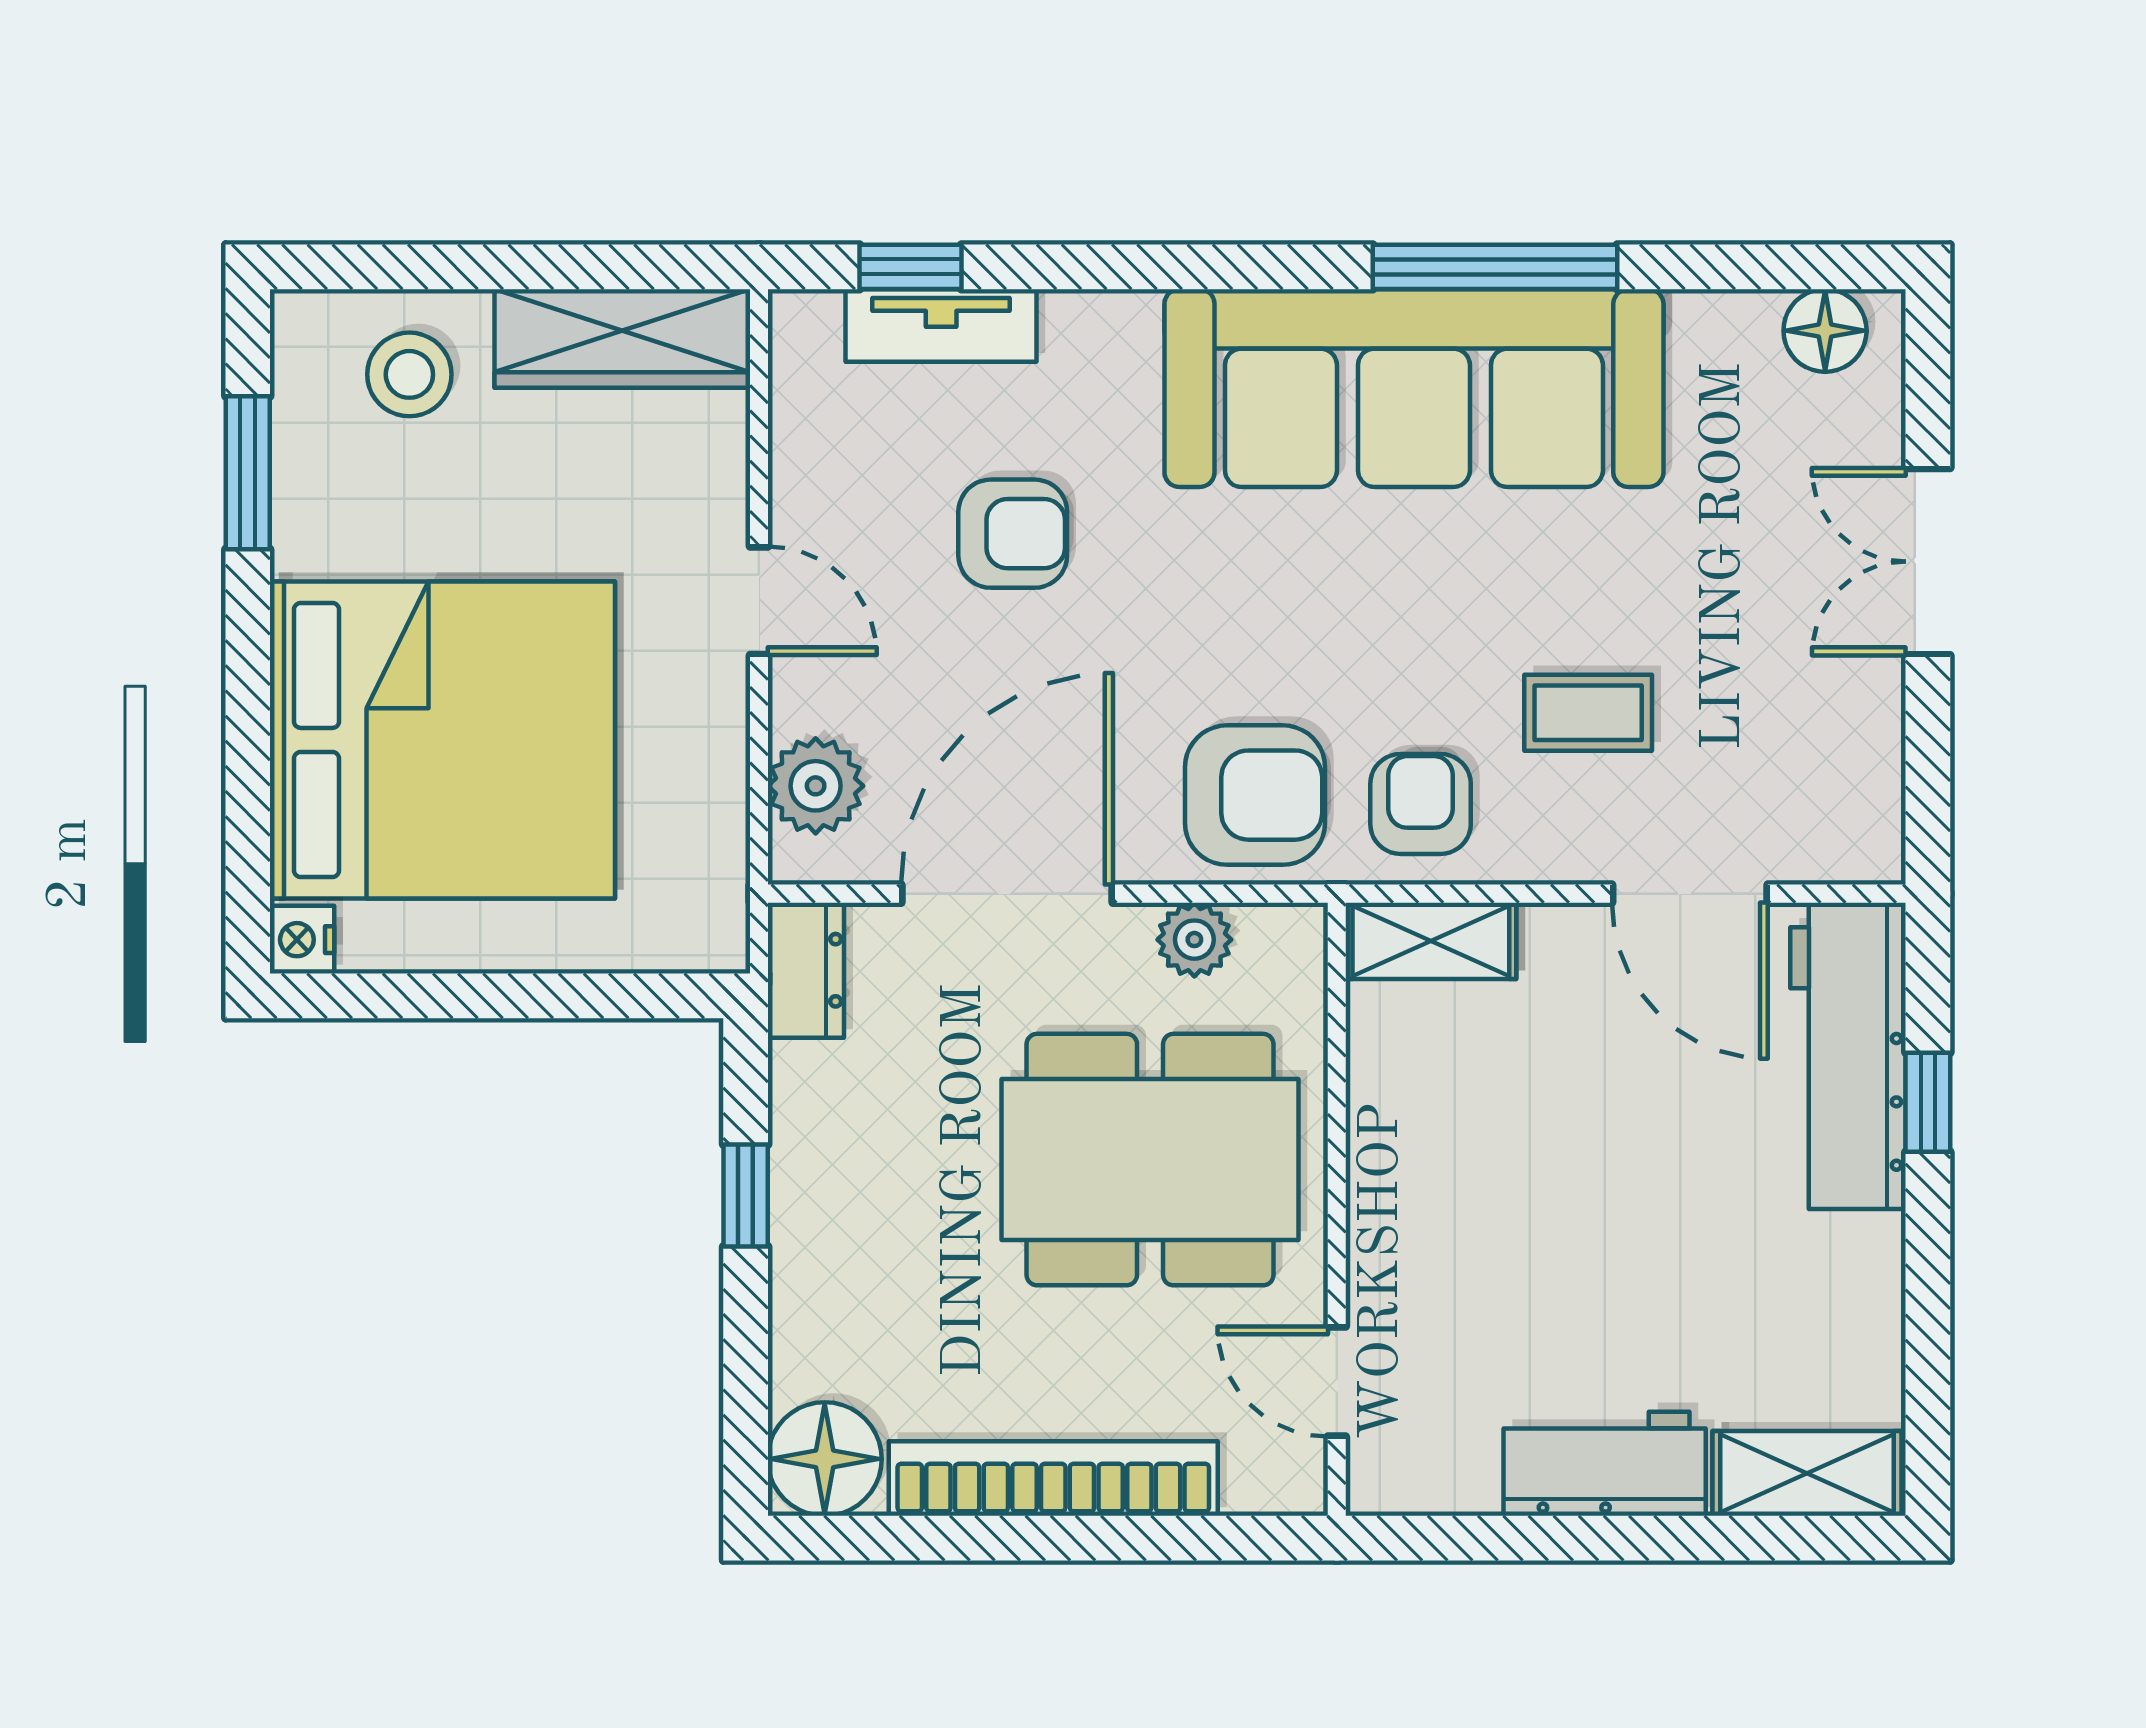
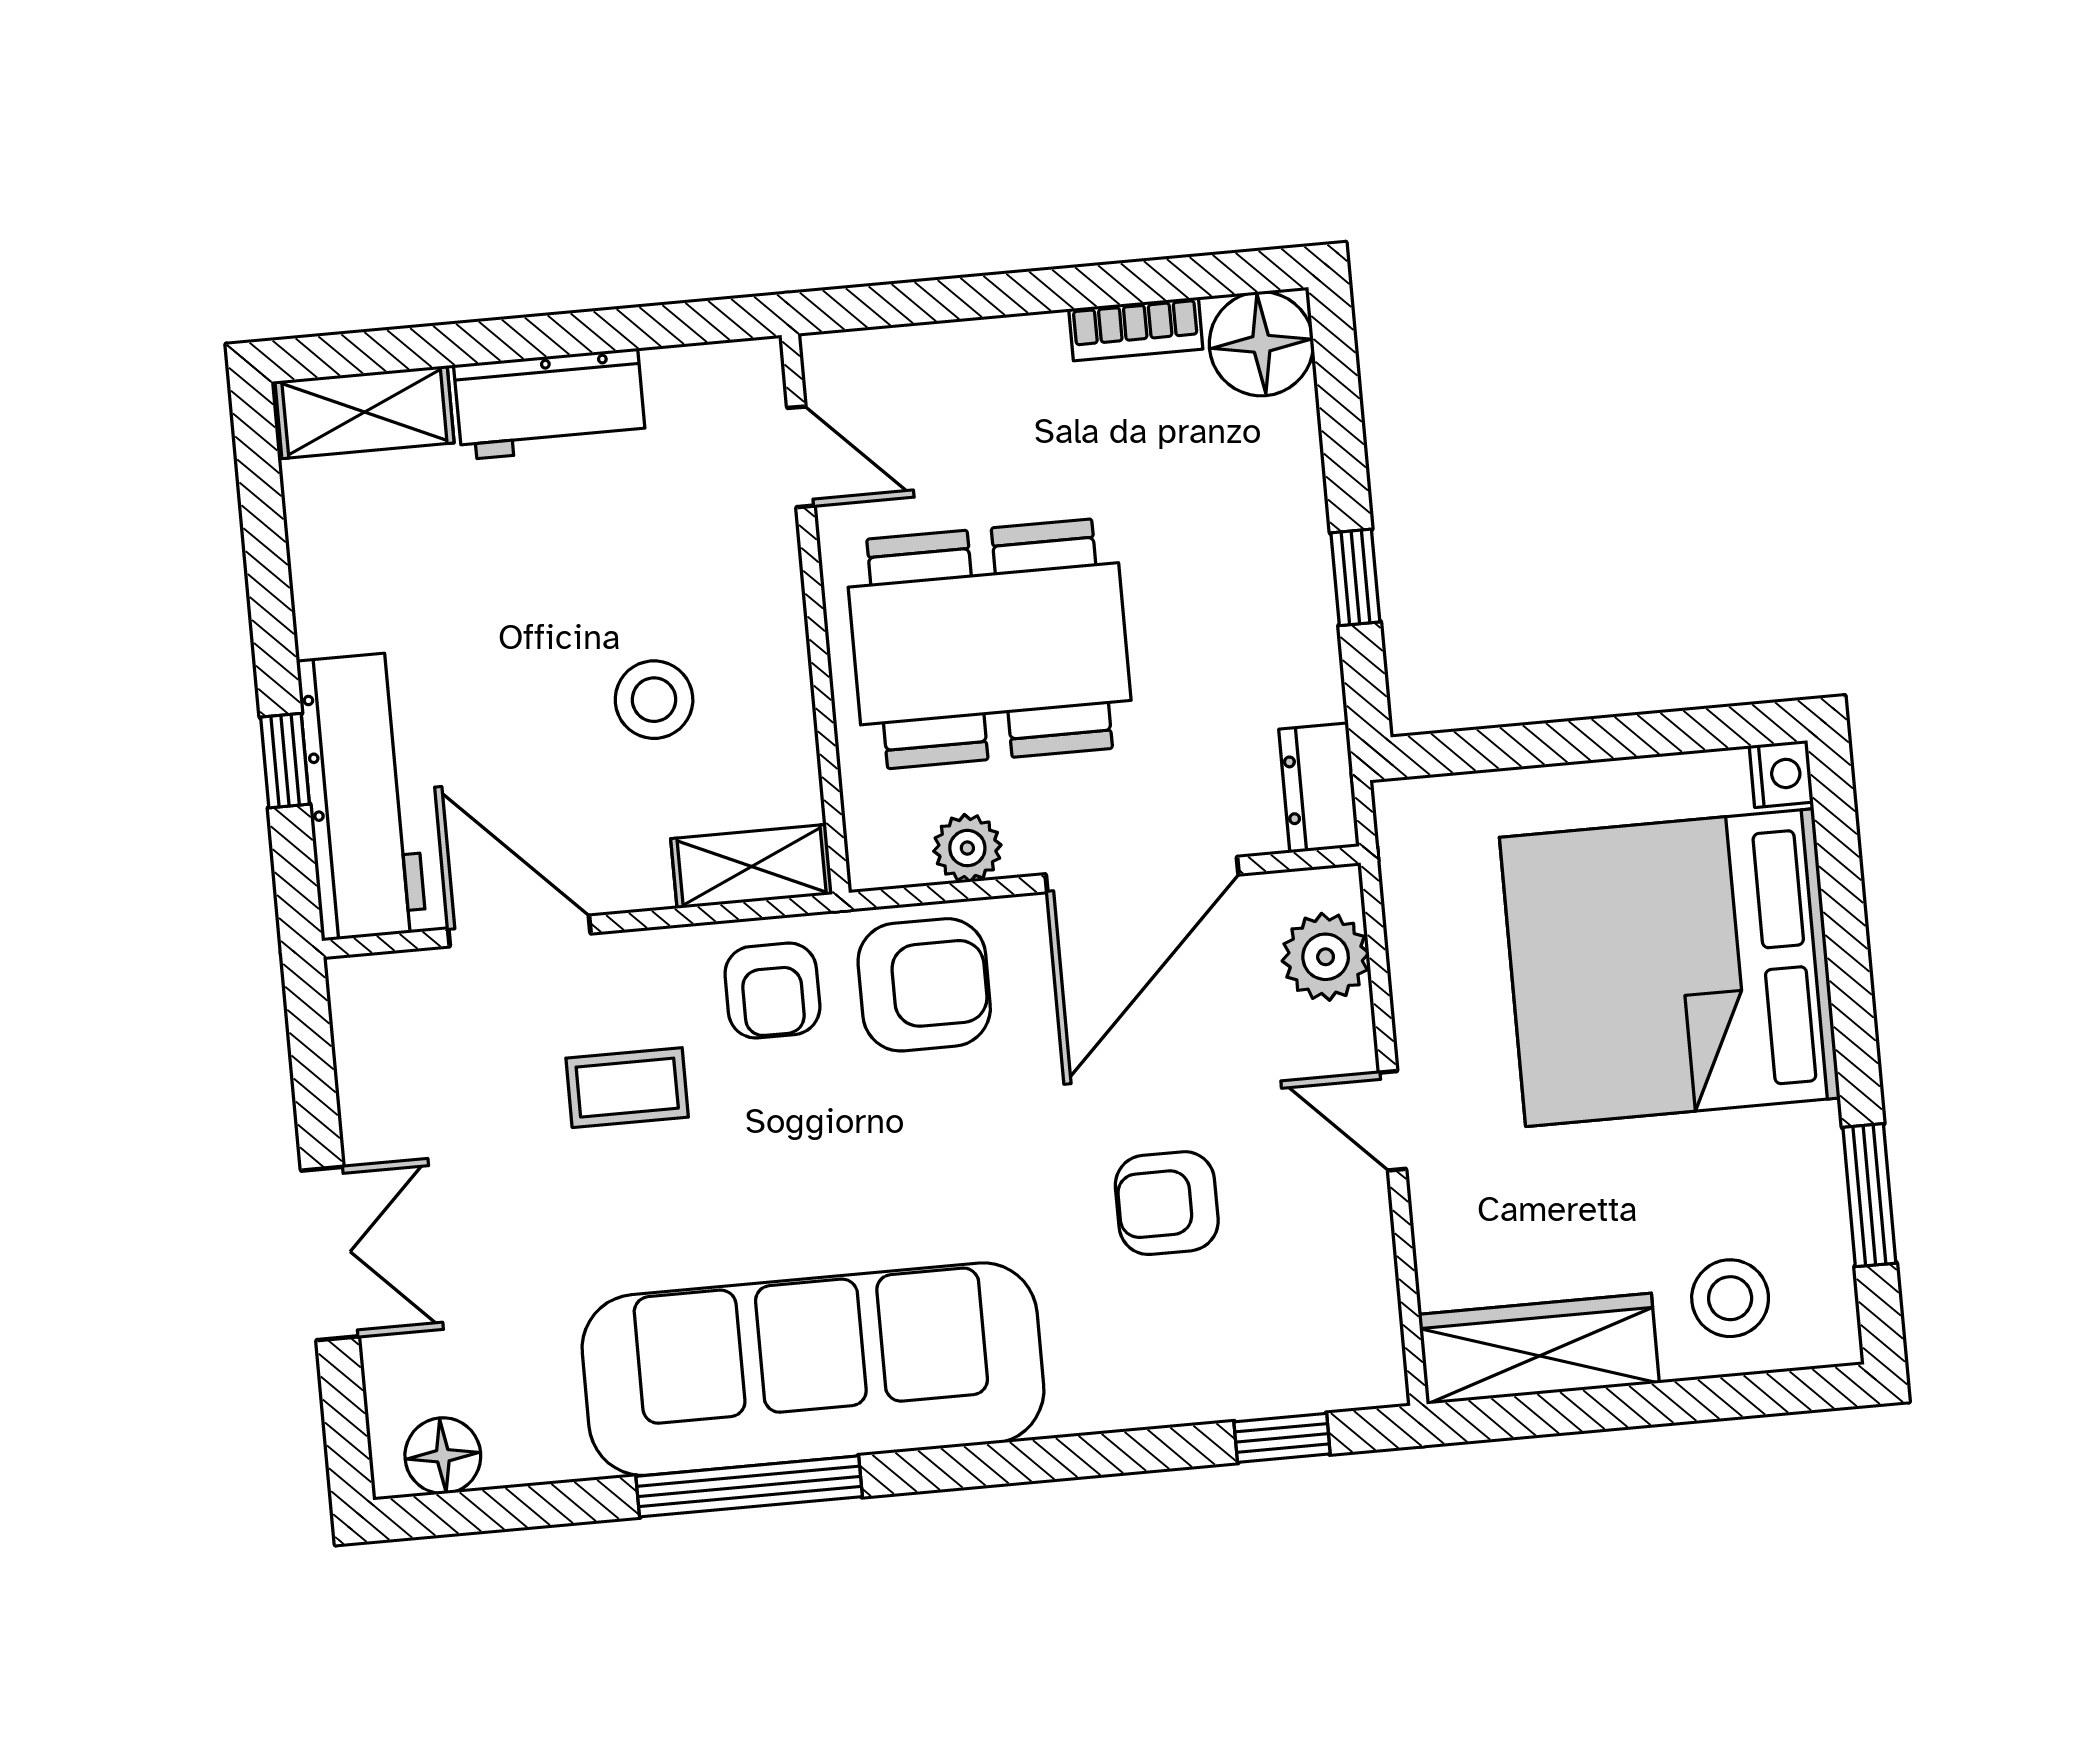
tv unit: (941, 325) -> (1249, 1387), removed
armchair: (1255, 795) -> (924, 985), turned 180
stool: (1521, 1132) -> (654, 700), added
bookcase: (1053, 1479) -> (1136, 329), width x0.43, depth x0.76

